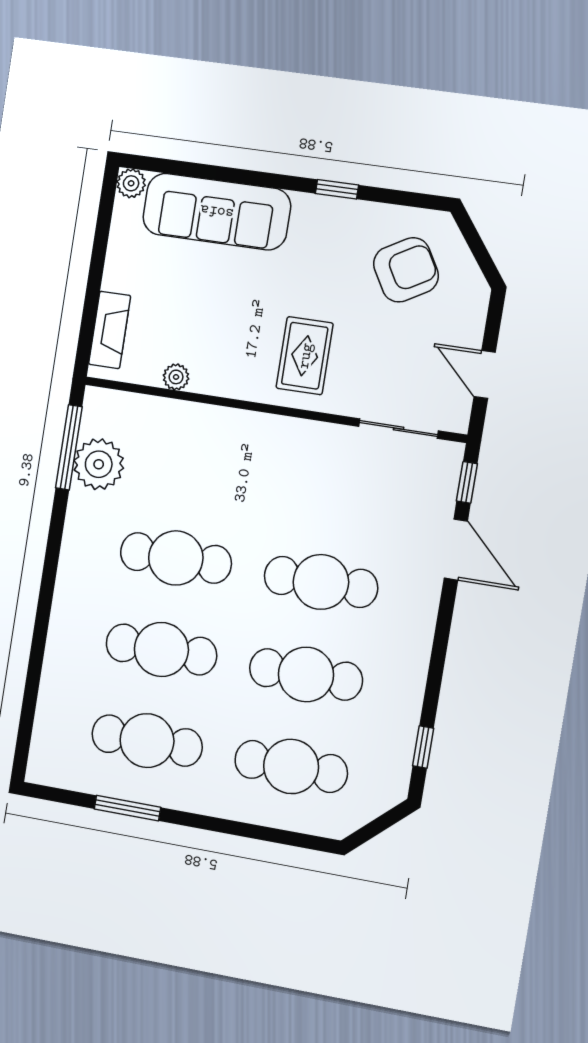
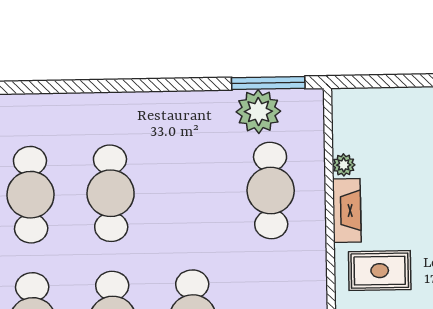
fireplace: (110, 330) -> (347, 211), moved, turned -90
cafe table: (176, 558) -> (271, 190), moved

